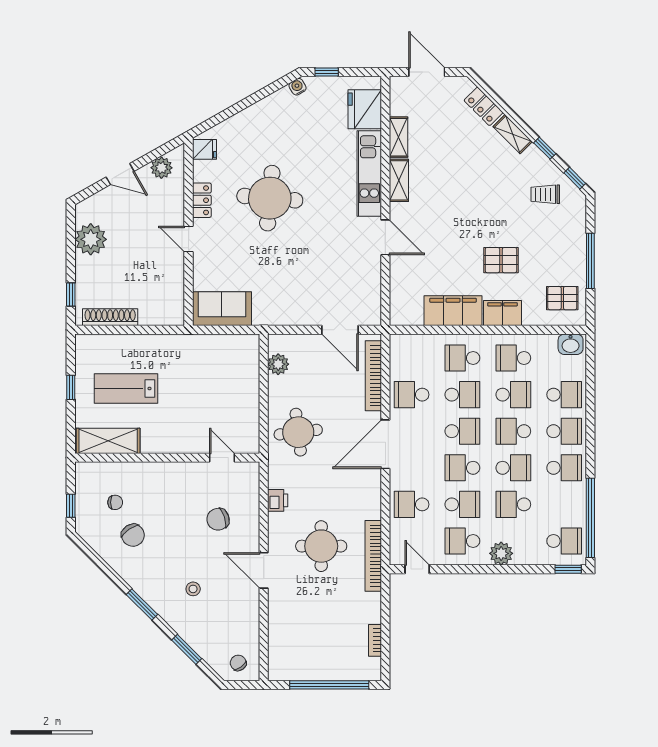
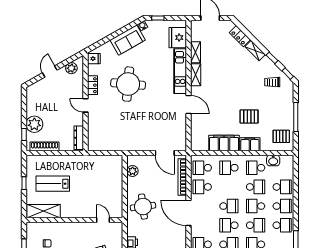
door: (120, 174) -> (50, 71), swing flipped
plant: (91, 239) -> (34, 124), moved
dresser: (176, 301) -> (79, 138), added
sofa: (222, 309) -> (128, 40), moved, turned 150
washbasin: (571, 344) -> (273, 161), moved
school desk: (462, 395) -> (202, 168), moved, turned 180
door: (385, 444) -> (189, 213), hinge flipped

